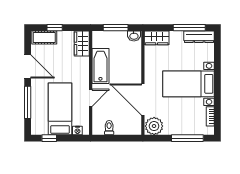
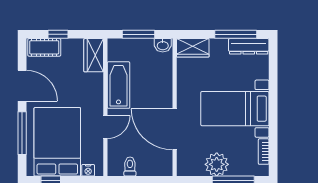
bed: (60, 109) -> (57, 142), width x1.50
plant: (154, 126) -> (217, 164), moved

